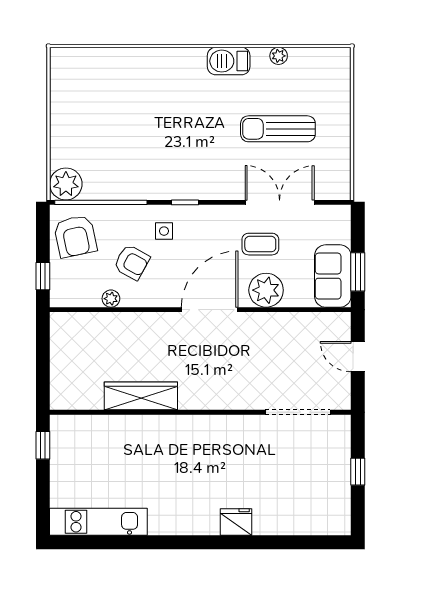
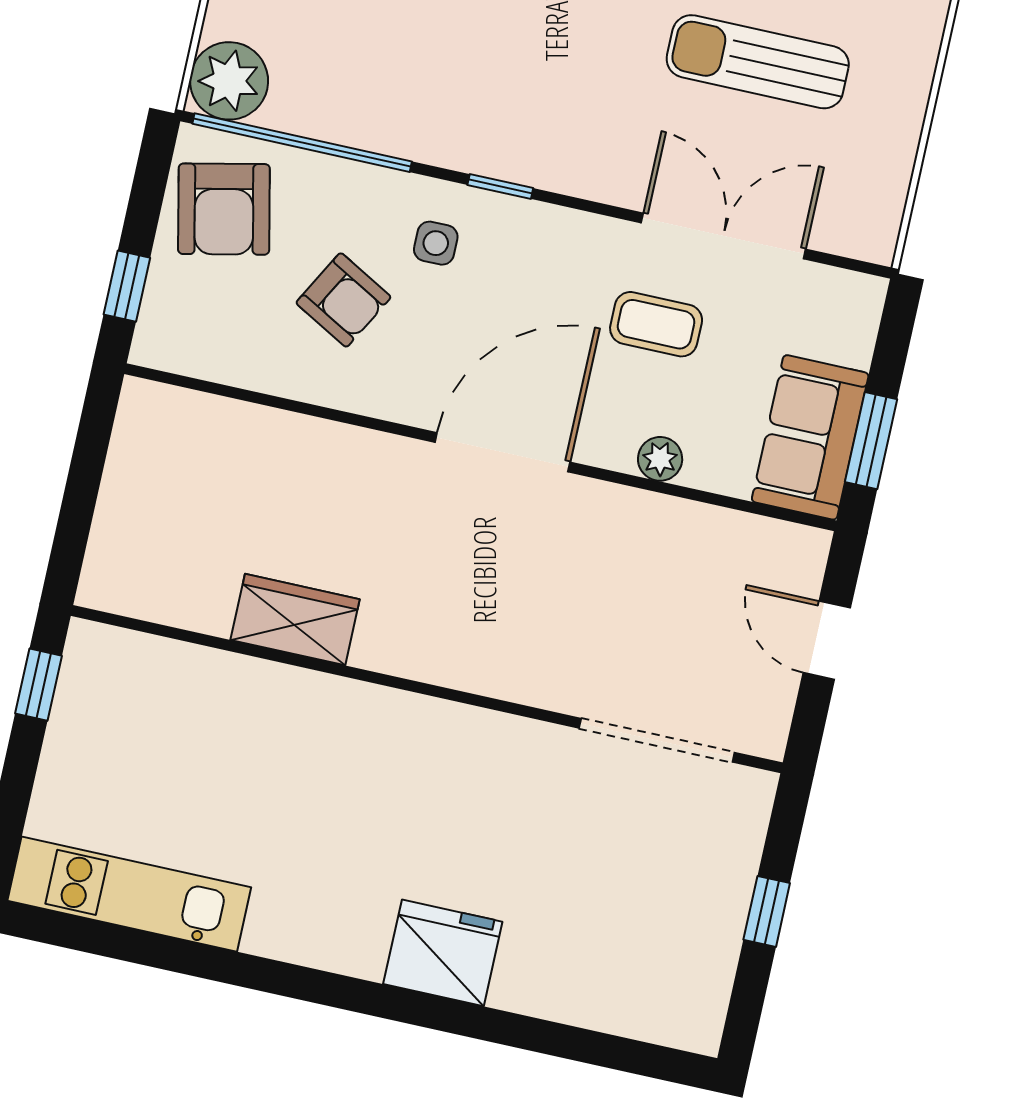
plant: (266, 290) -> (660, 459), width x0.53, depth x0.53
plant: (111, 299) -> (275, 375), removed
wardrobe: (141, 396) -> (295, 620), width x0.67
fridge: (236, 522) -> (443, 953), width x1.36, depth x1.34

